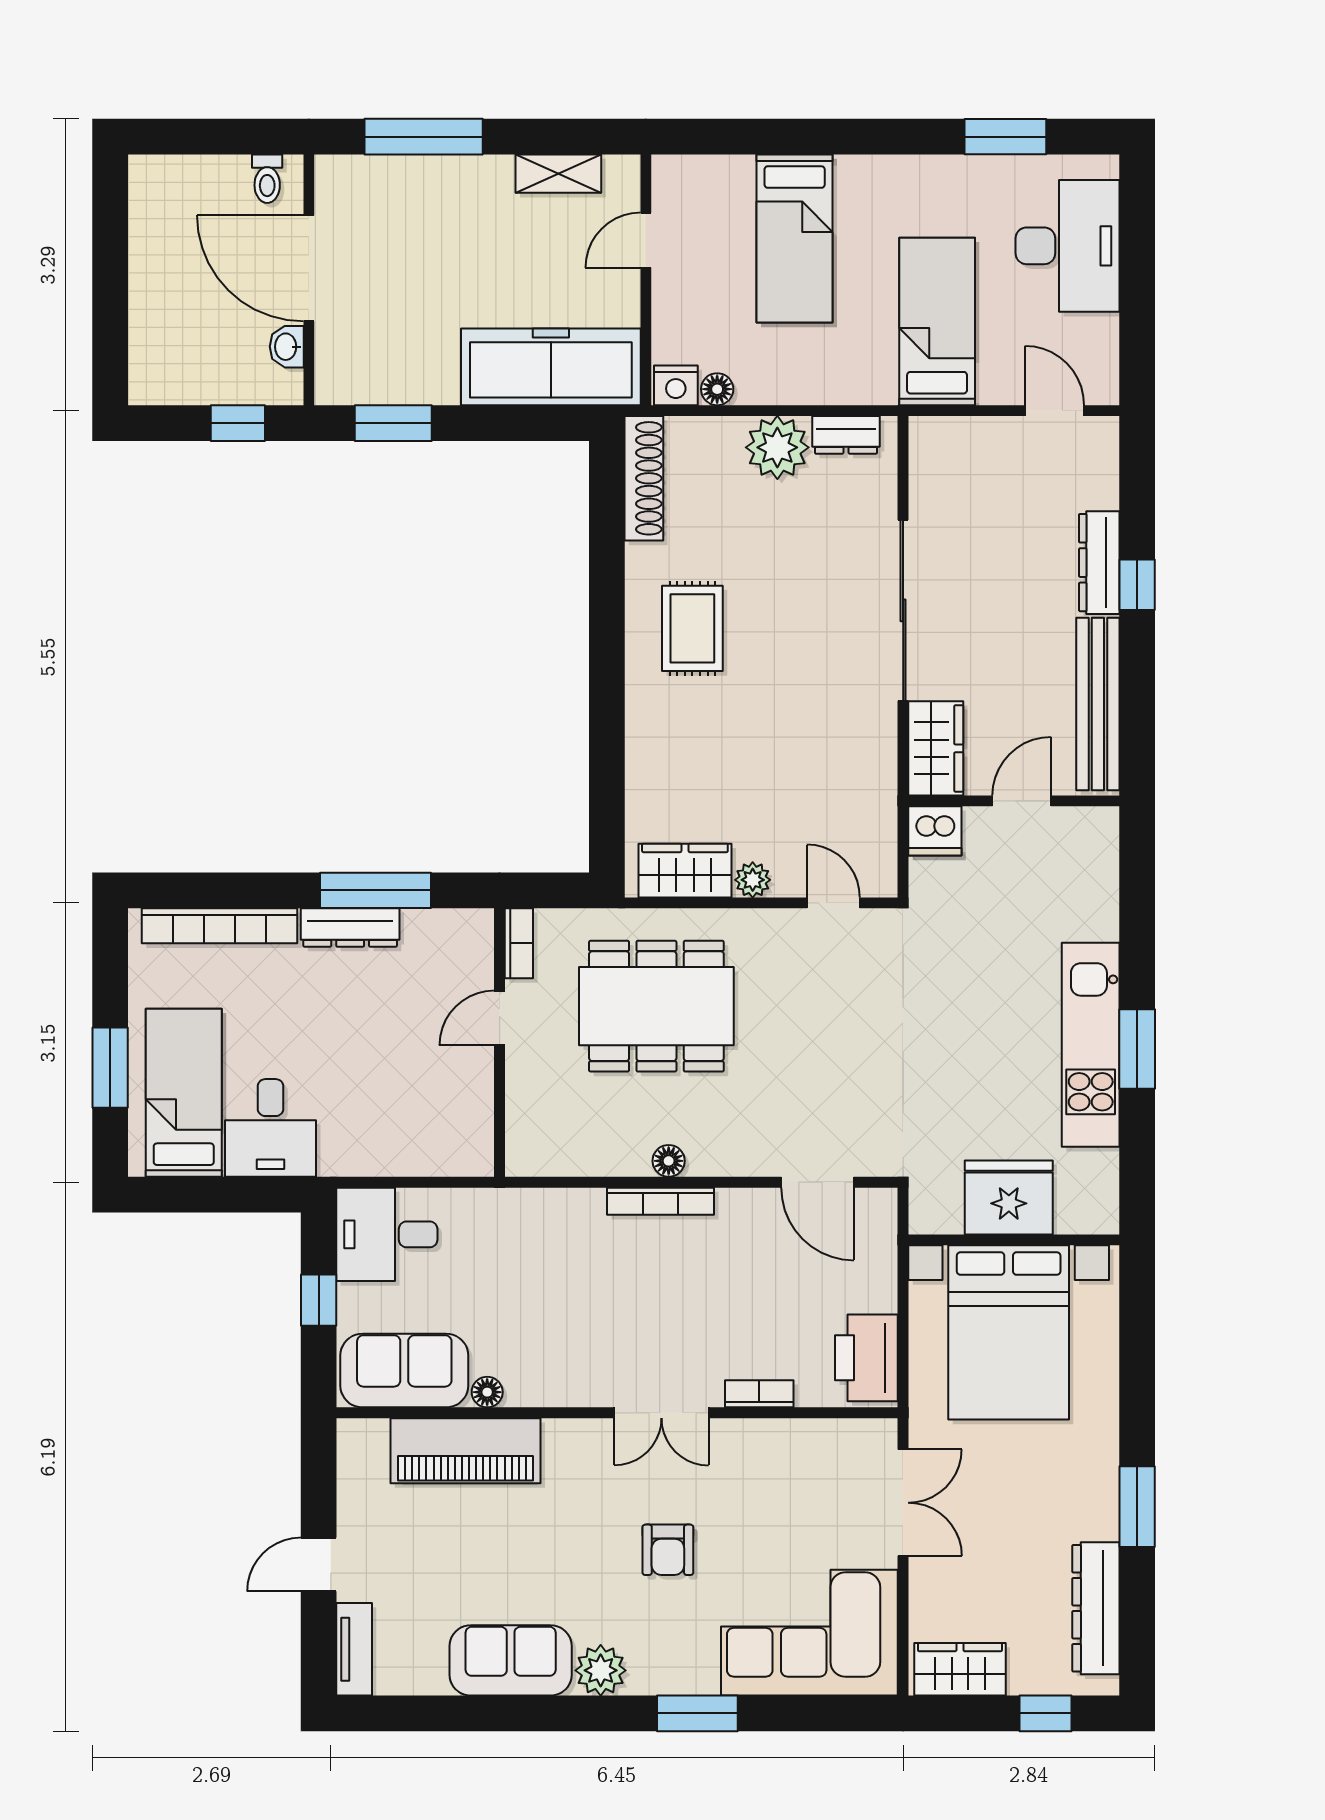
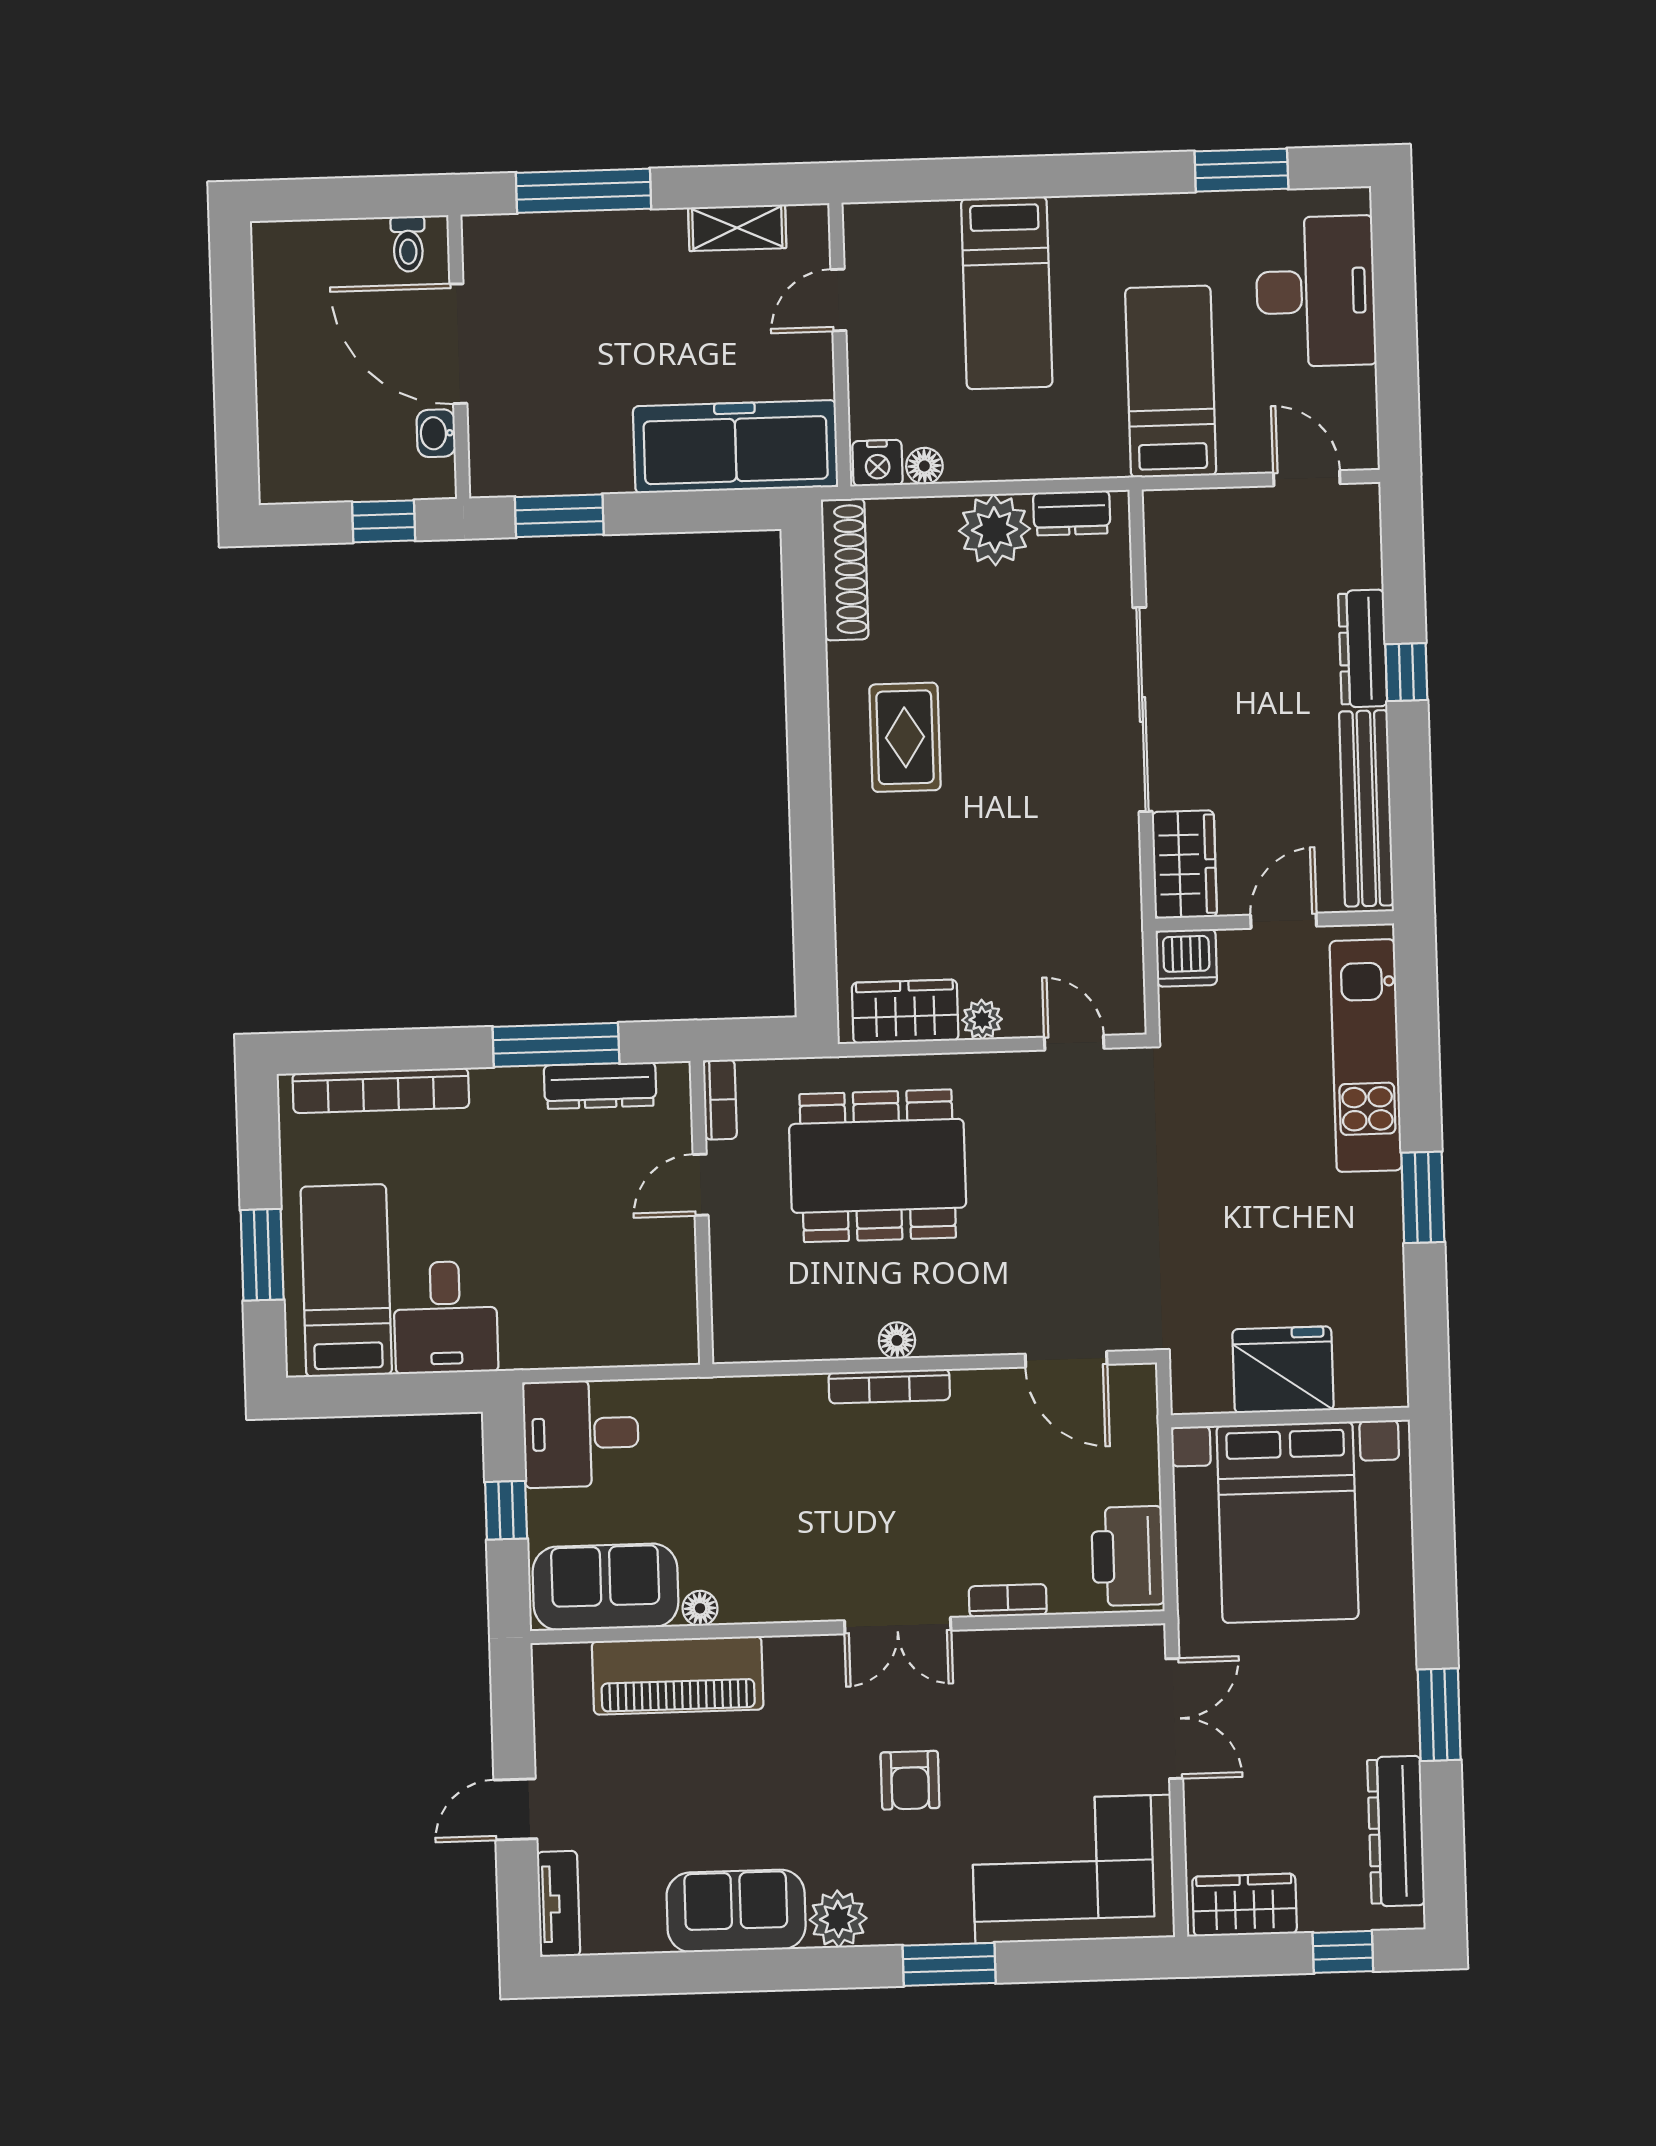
dresser: (350, 927) -> (600, 1085), moved
kitchen unit: (1091, 1045) -> (1366, 1056), moved

